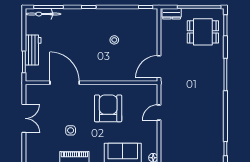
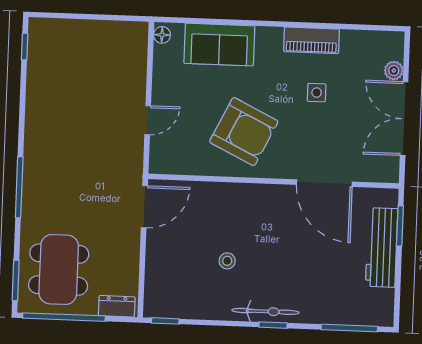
bicycle: (43, 14) -> (265, 311), moved
dining table: (203, 32) -> (59, 270), width x1.37
workbench: (33, 50) -> (382, 247), width x1.38
armchair: (108, 108) -> (244, 132), turned -64
double door: (24, 118) -> (404, 119), width x1.37
plant: (30, 144) -> (394, 71), added

